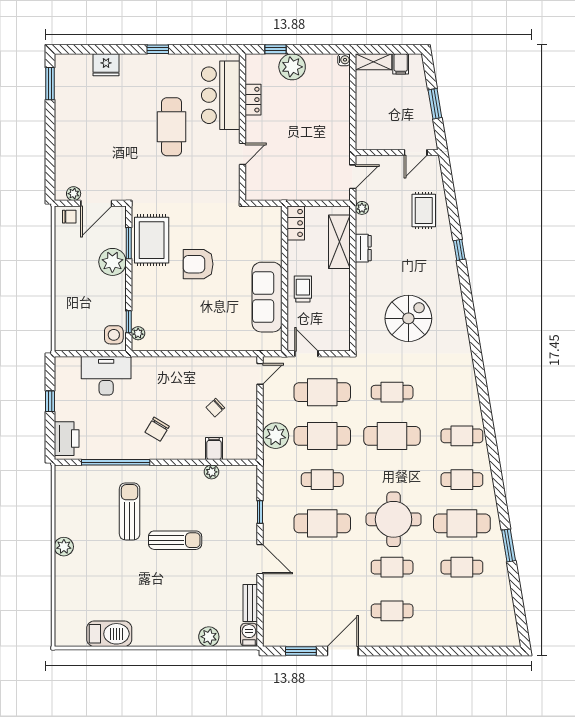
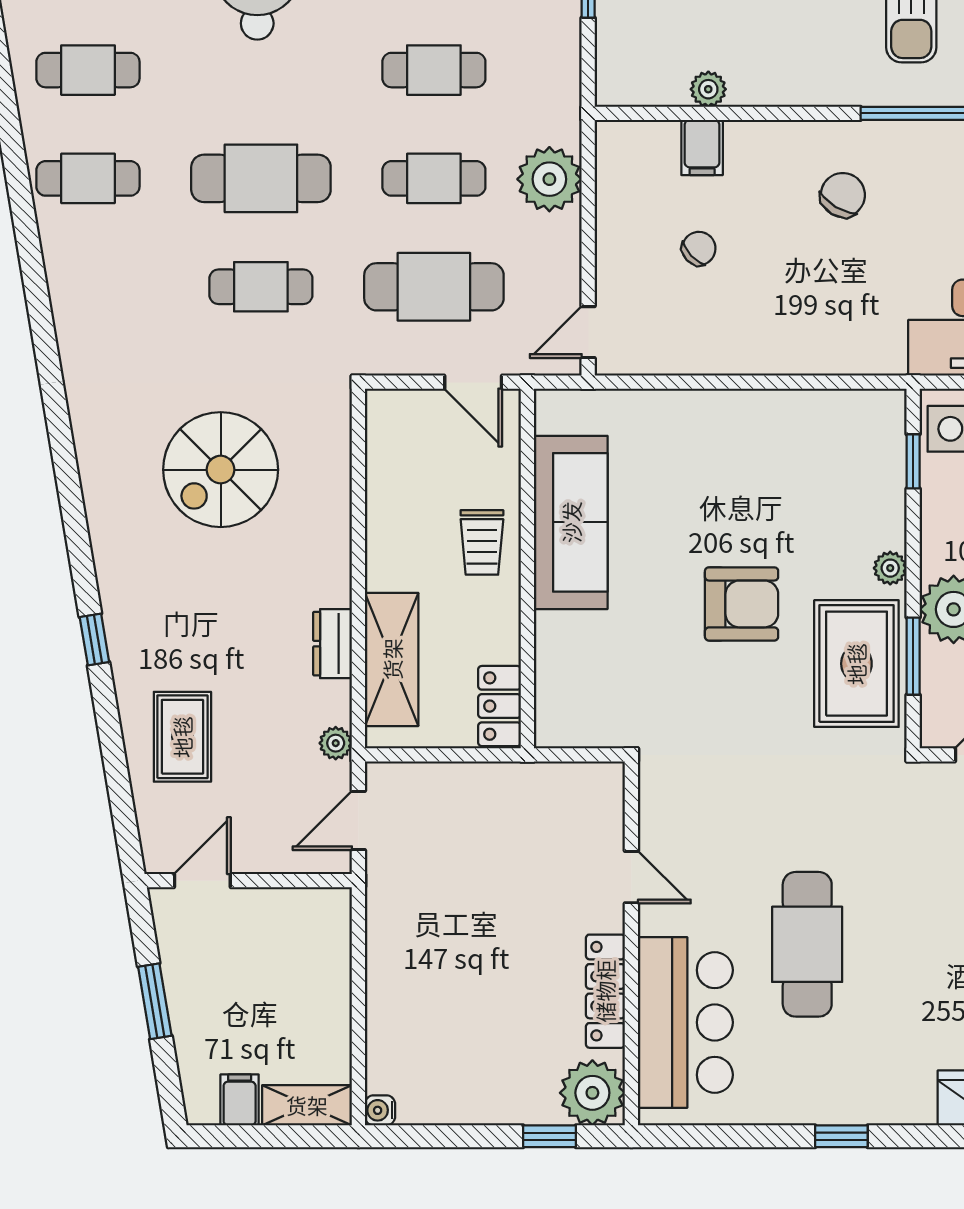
plant: (292, 67) -> (592, 1093), moved
locker: (253, 100) -> (605, 991), width x1.53
door: (242, 154) -> (631, 877), swing flipped
plant: (138, 333) -> (890, 568), moved
cafe table: (322, 436) -> (434, 178), width x0.73, depth x0.74

